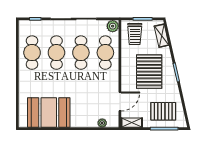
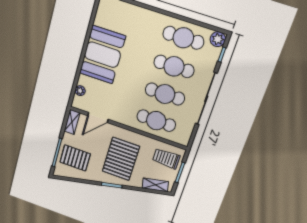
plant: (113, 26) -> (218, 39), moved
pallet: (149, 72) -> (121, 159), turned 90
door: (120, 101) -> (98, 118), hinge flipped
pallet: (163, 111) -> (75, 158), turned 90
booth: (49, 113) -> (102, 55), moved

